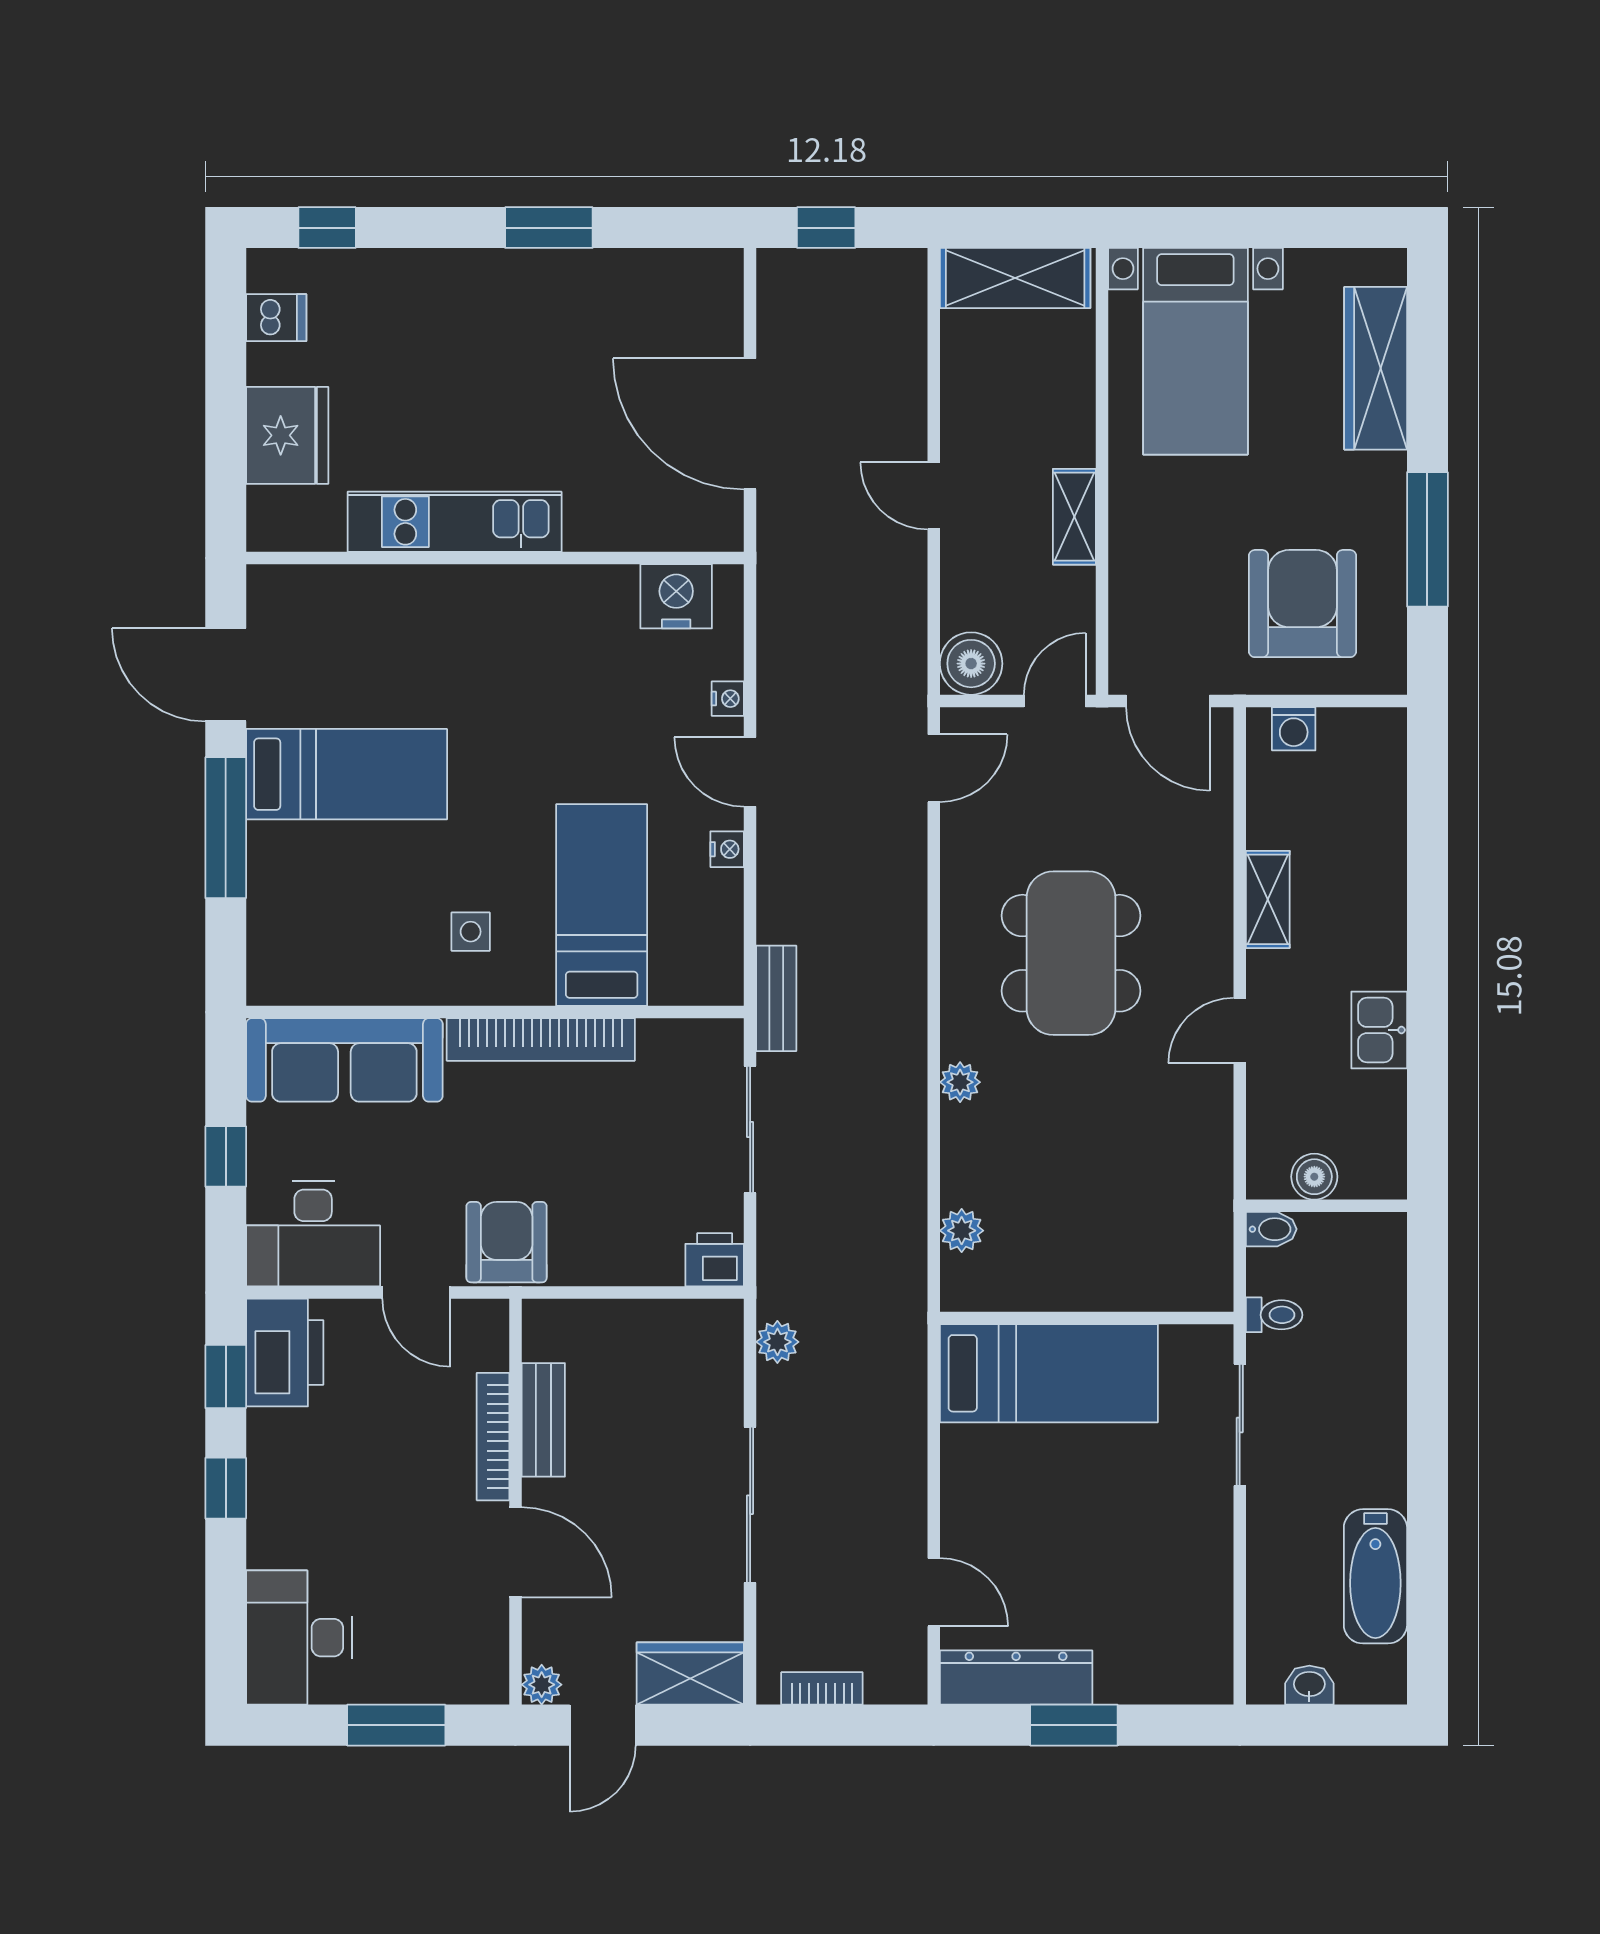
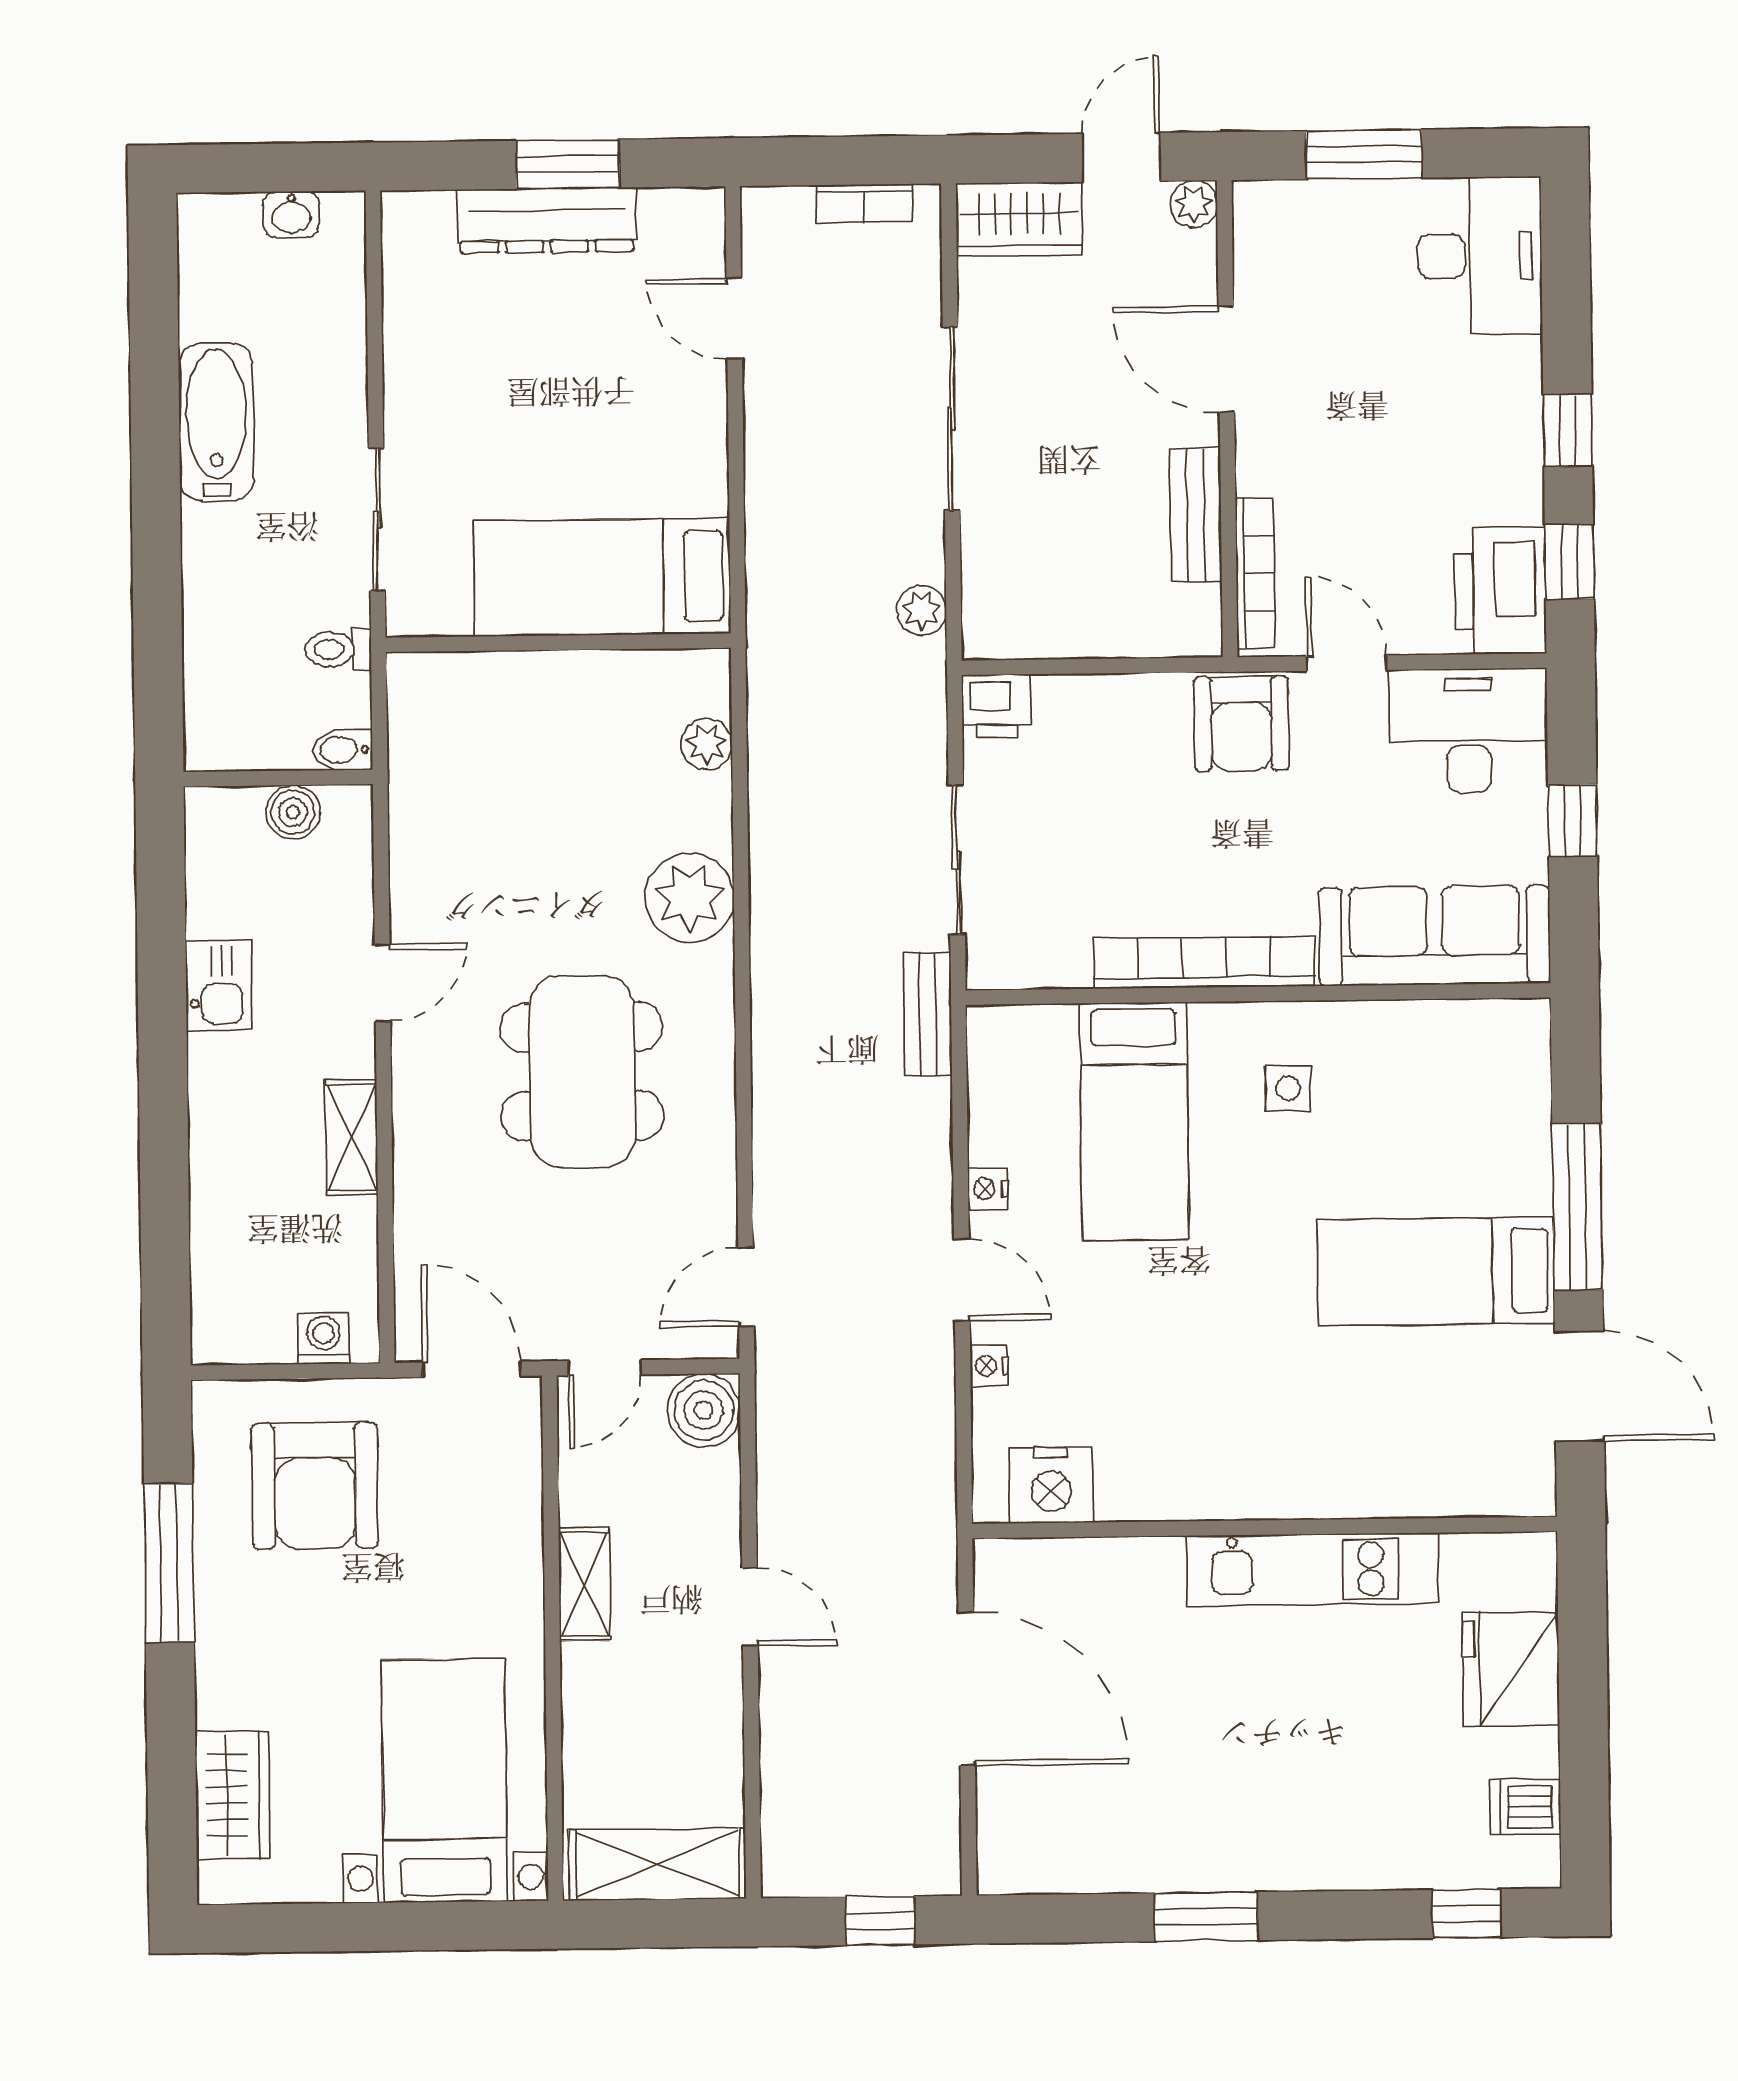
wardrobe: (1376, 368) -> (233, 1795), width x0.67
plant: (960, 1082) -> (690, 898), width x1.88, depth x1.88
bookcase: (493, 1437) -> (1255, 573), moved
bathtub: (1375, 1576) -> (216, 422), moved
dresser: (1016, 1678) -> (547, 220), moved

